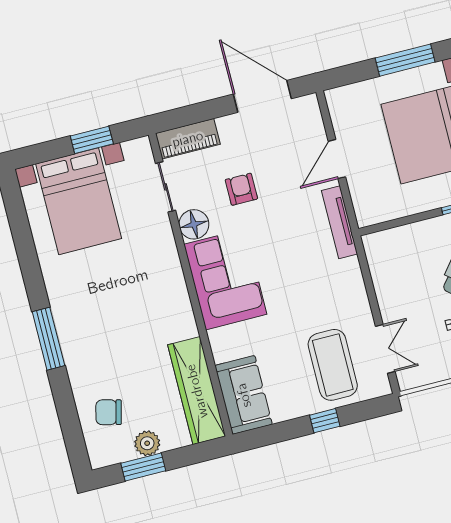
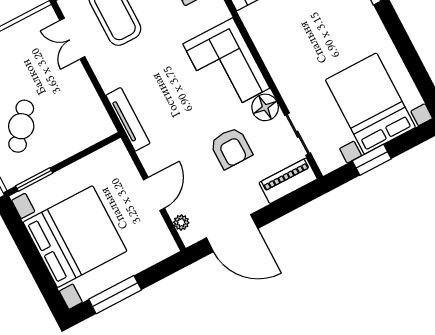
plant: (315, 121) -> (181, 222), added
armchair: (241, 189) -> (231, 148), width x1.38, depth x1.38
tv unit: (340, 222) -> (128, 119), moved

